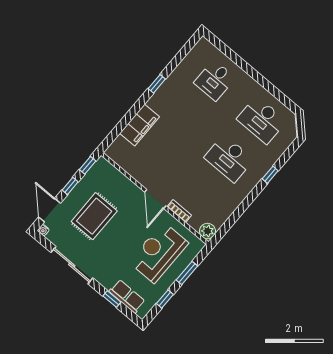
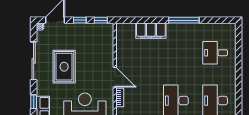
window: (157, 84) -> (184, 20), width x2.17
door: (155, 199) -> (115, 77), swing flipped
rug: (94, 216) -> (64, 67), moved, turned 90

